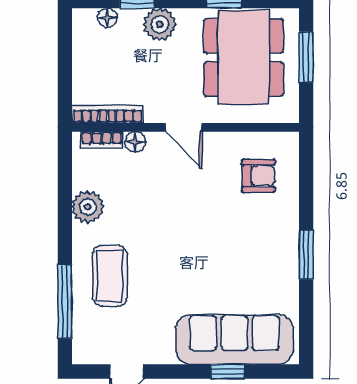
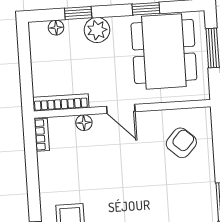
bookcase: (102, 140) -> (42, 135), moved, turned -90
armchair: (258, 176) -> (181, 143), turned -48
plant: (88, 207) -> (50, 176), removed

